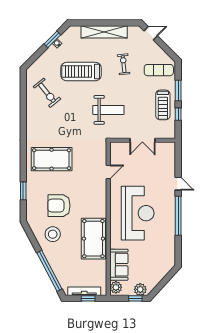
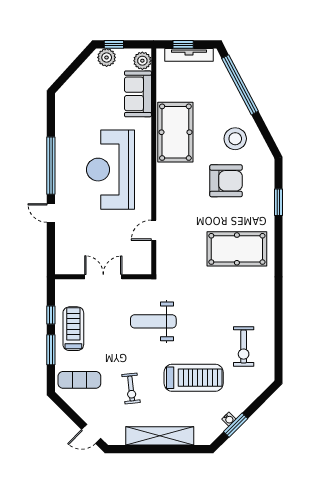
exercise bike: (47, 93) -> (244, 347), turned -141

